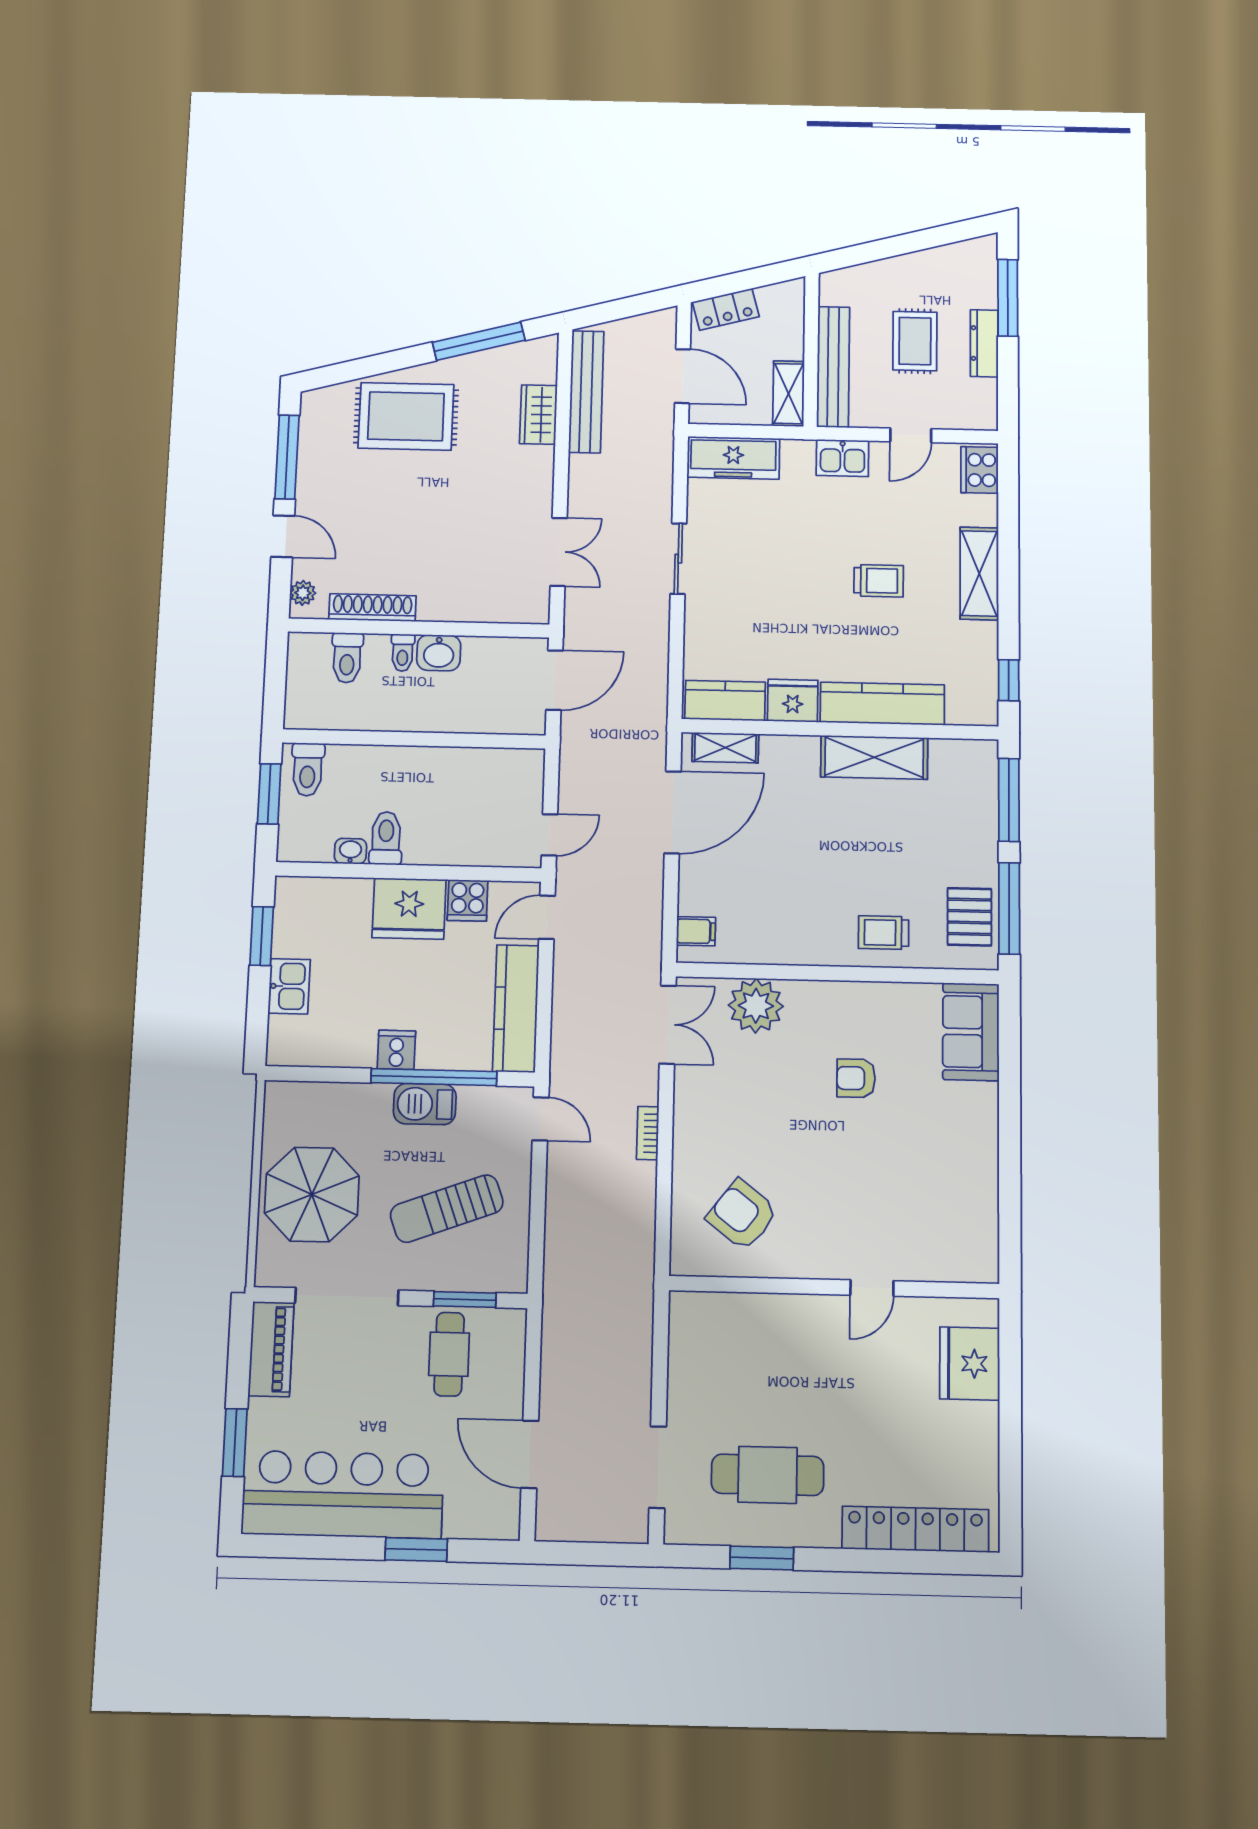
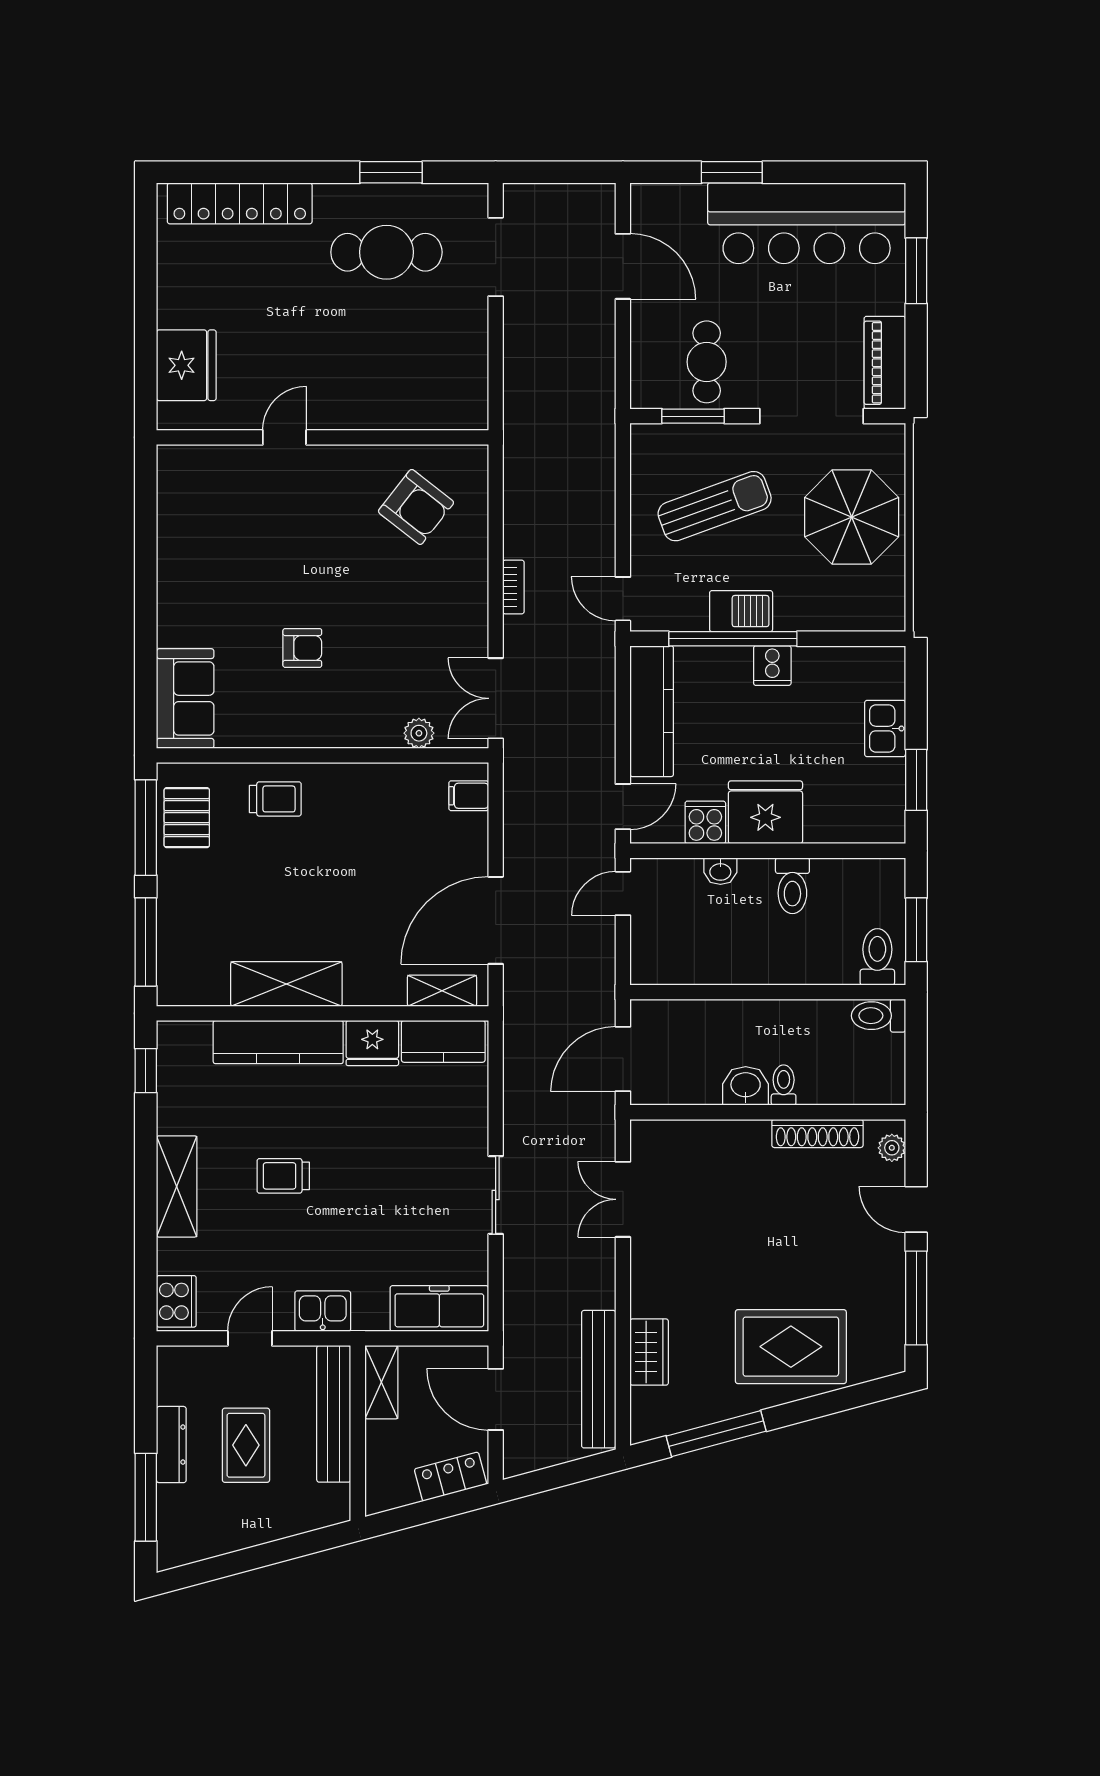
toilet: (347, 658) -> (878, 1016), moved, turned -90
washbasin: (350, 851) -> (720, 871), moved
plant: (756, 1006) -> (419, 733), width x0.53, depth x0.53

